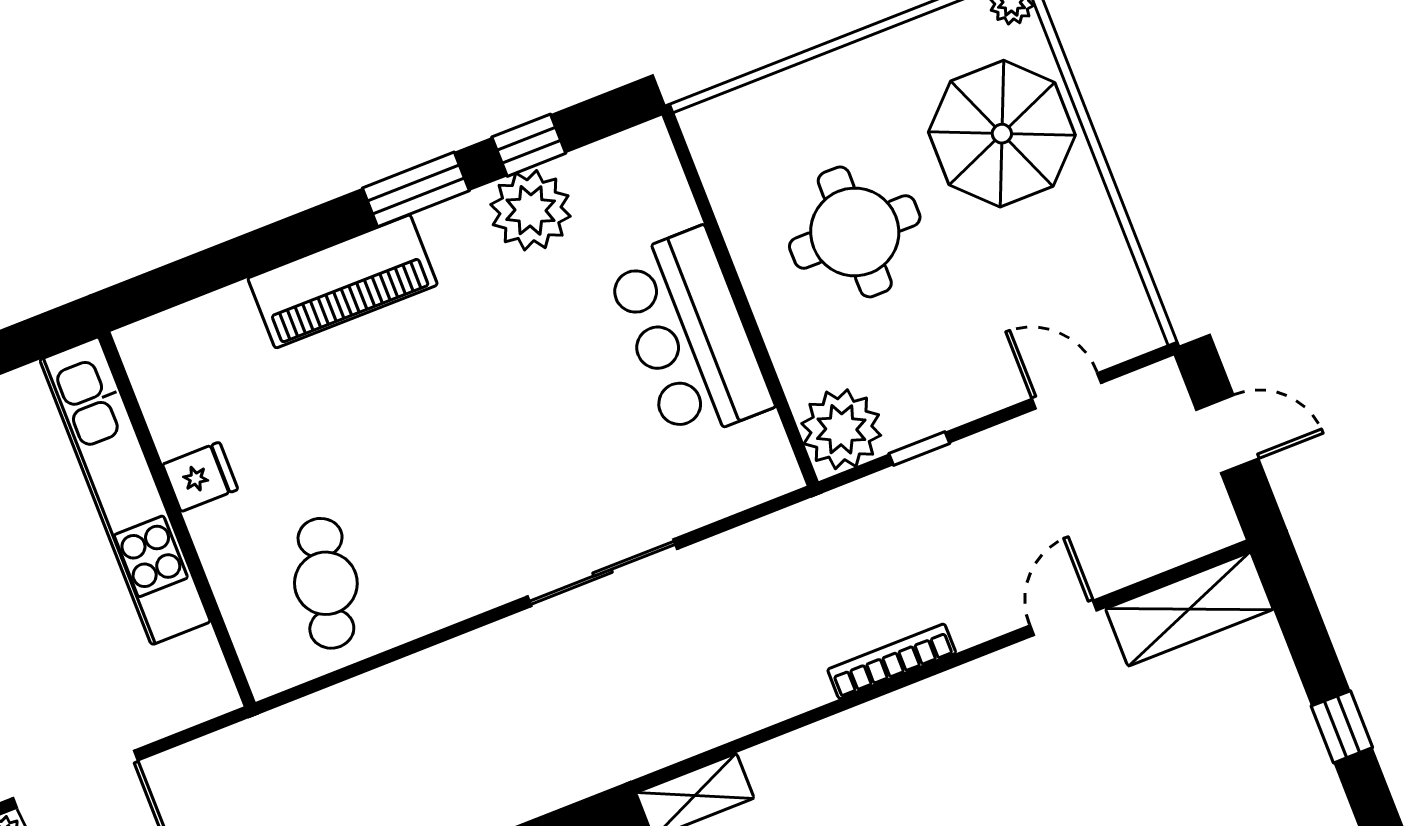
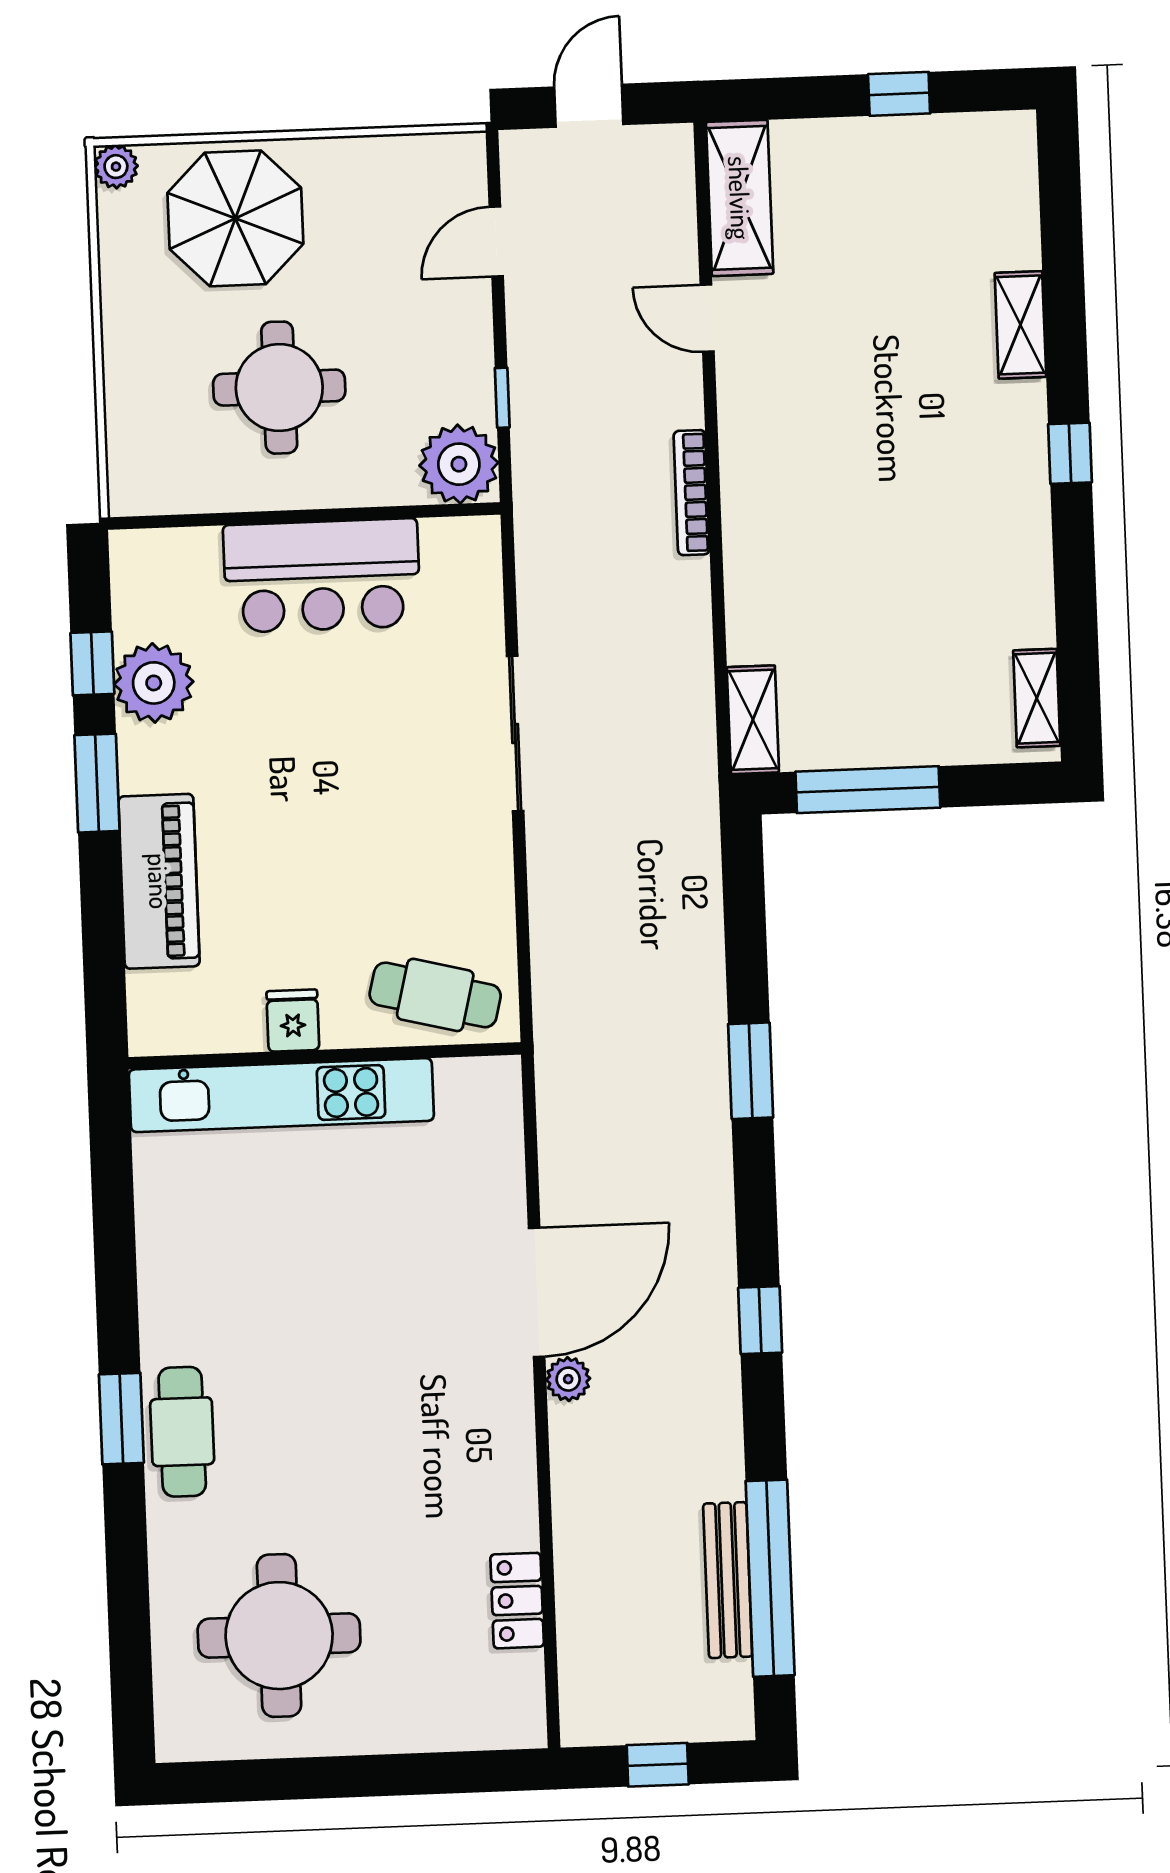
fridge: (200, 477) -> (293, 1021), moved
kitchen unit: (125, 491) -> (281, 1095), moved
wall: (177, 519) -> (325, 1056), moved

